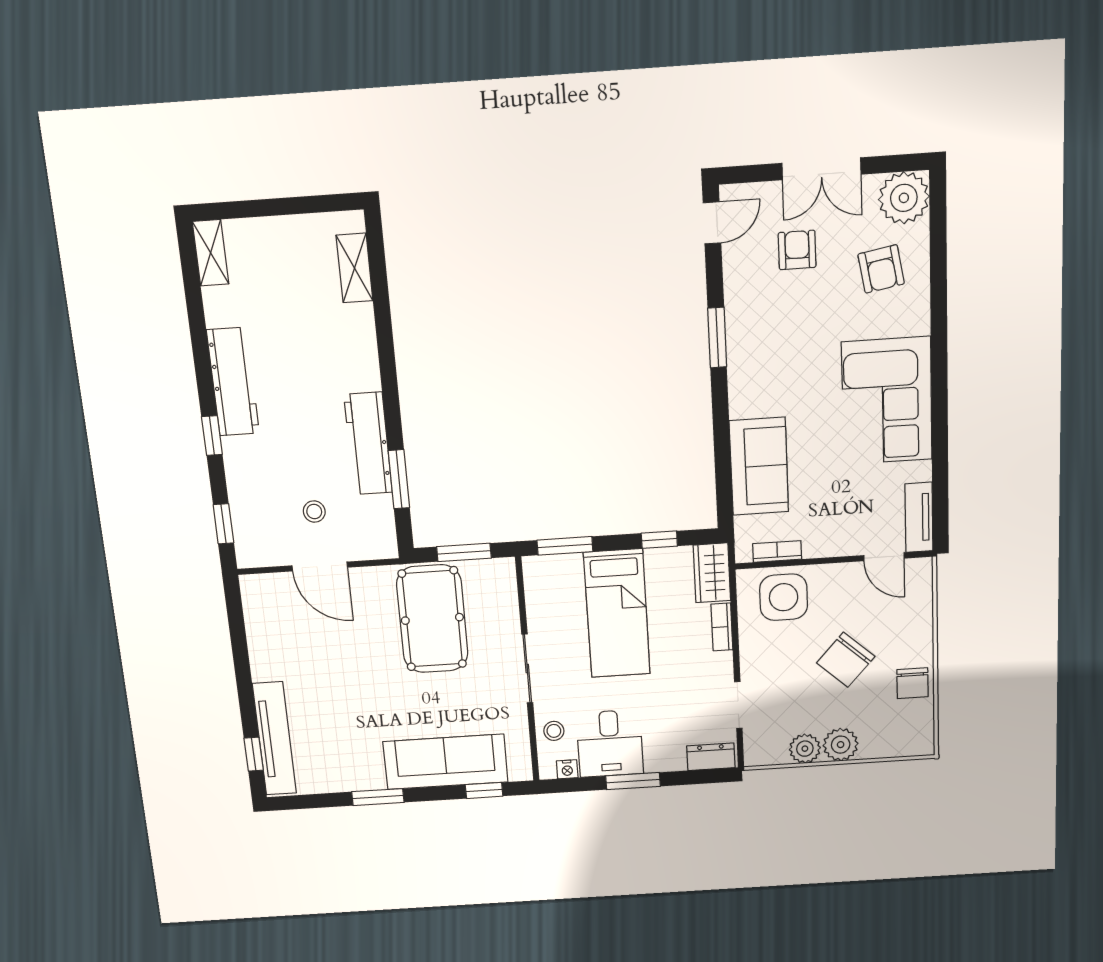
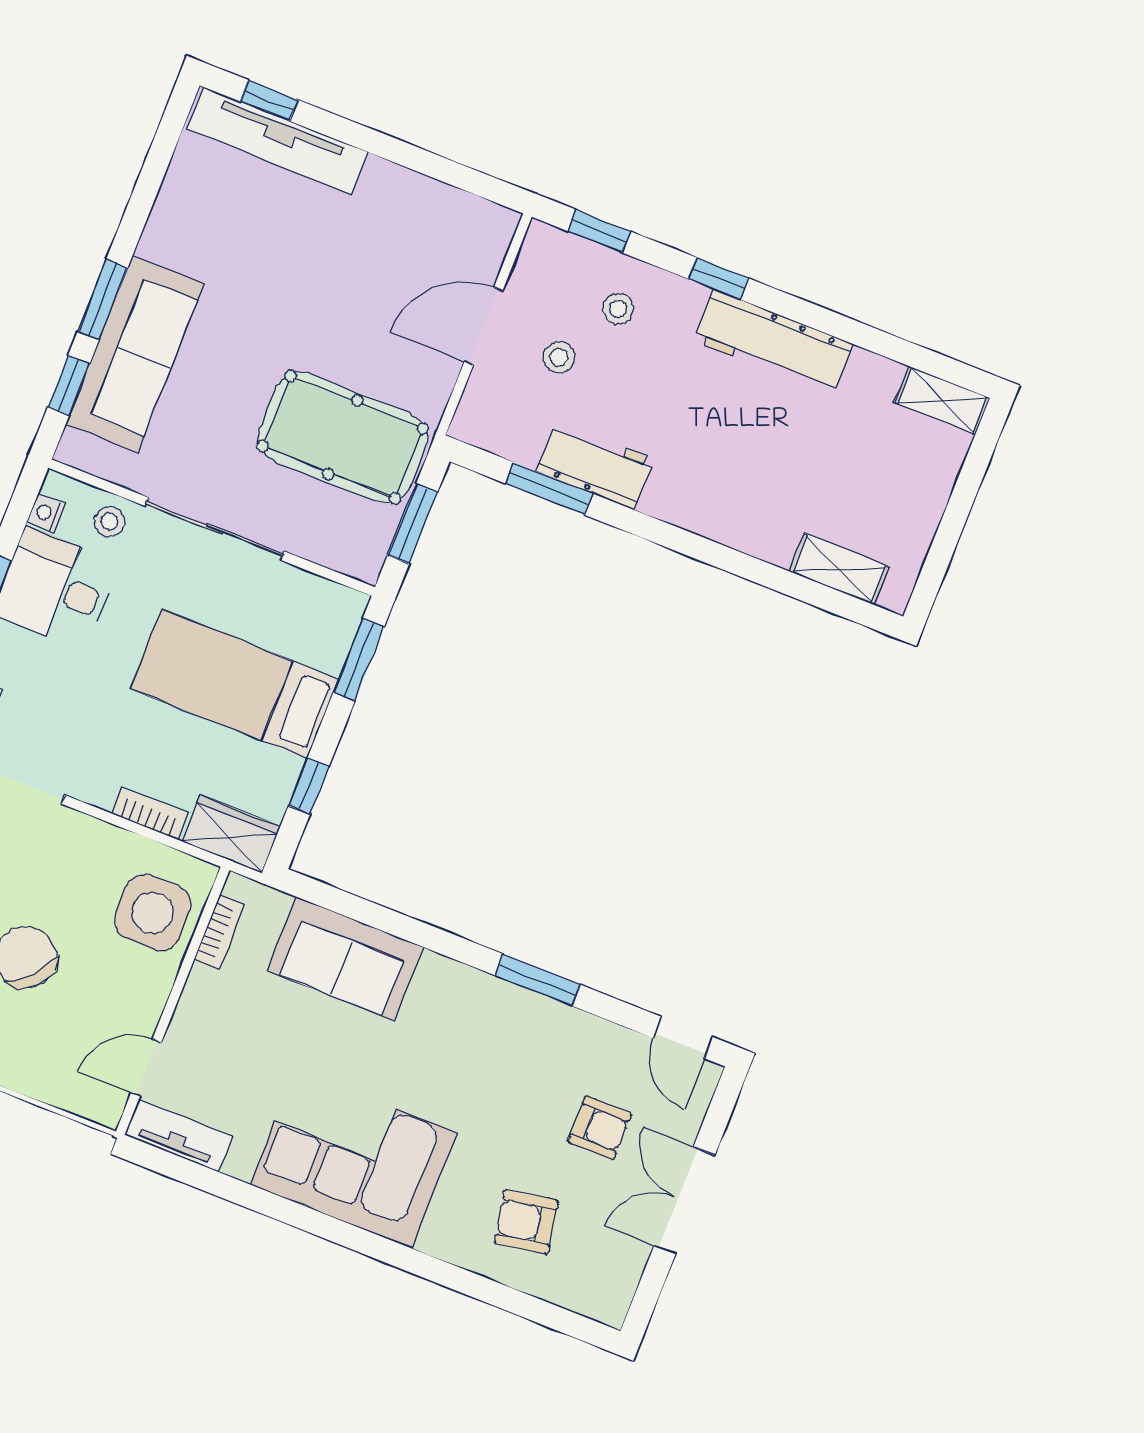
plant: (904, 198) -> (601, 1286), removed
workbench: (368, 444) -> (595, 465), width x0.73
stool: (265, 489) -> (618, 309), added
sliding door: (527, 669) -> (214, 529), width x1.37
window: (378, 797) -> (103, 300), moved

